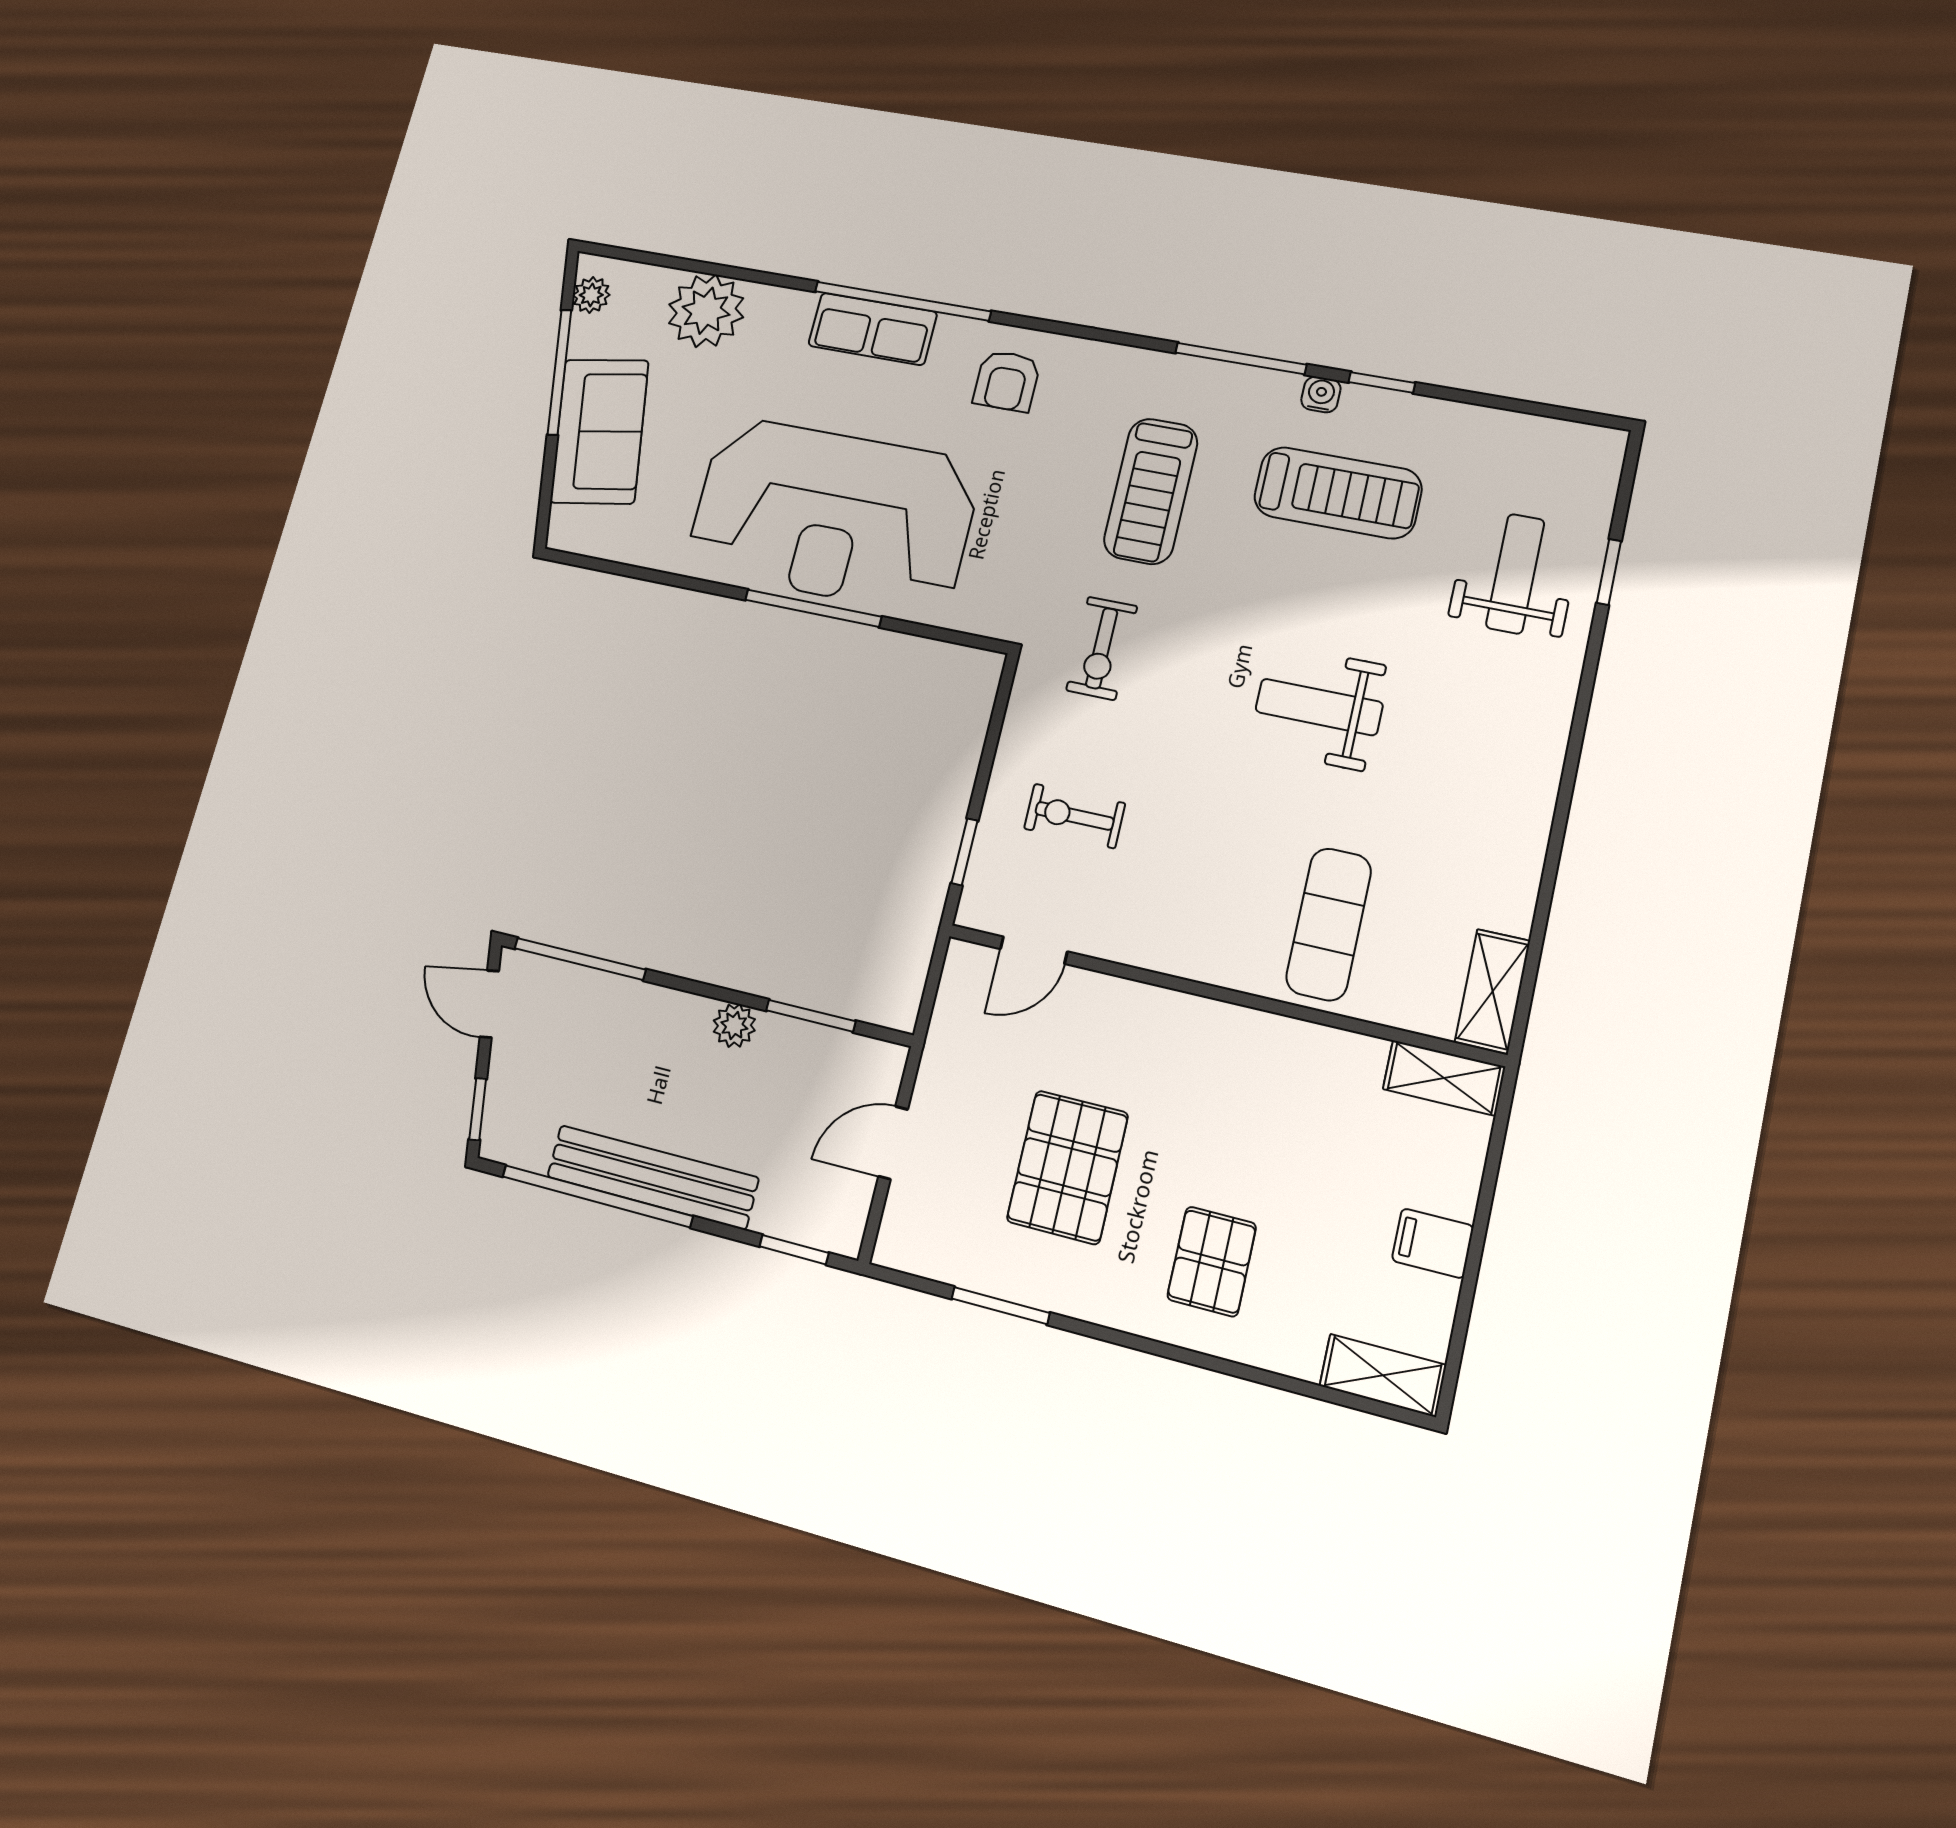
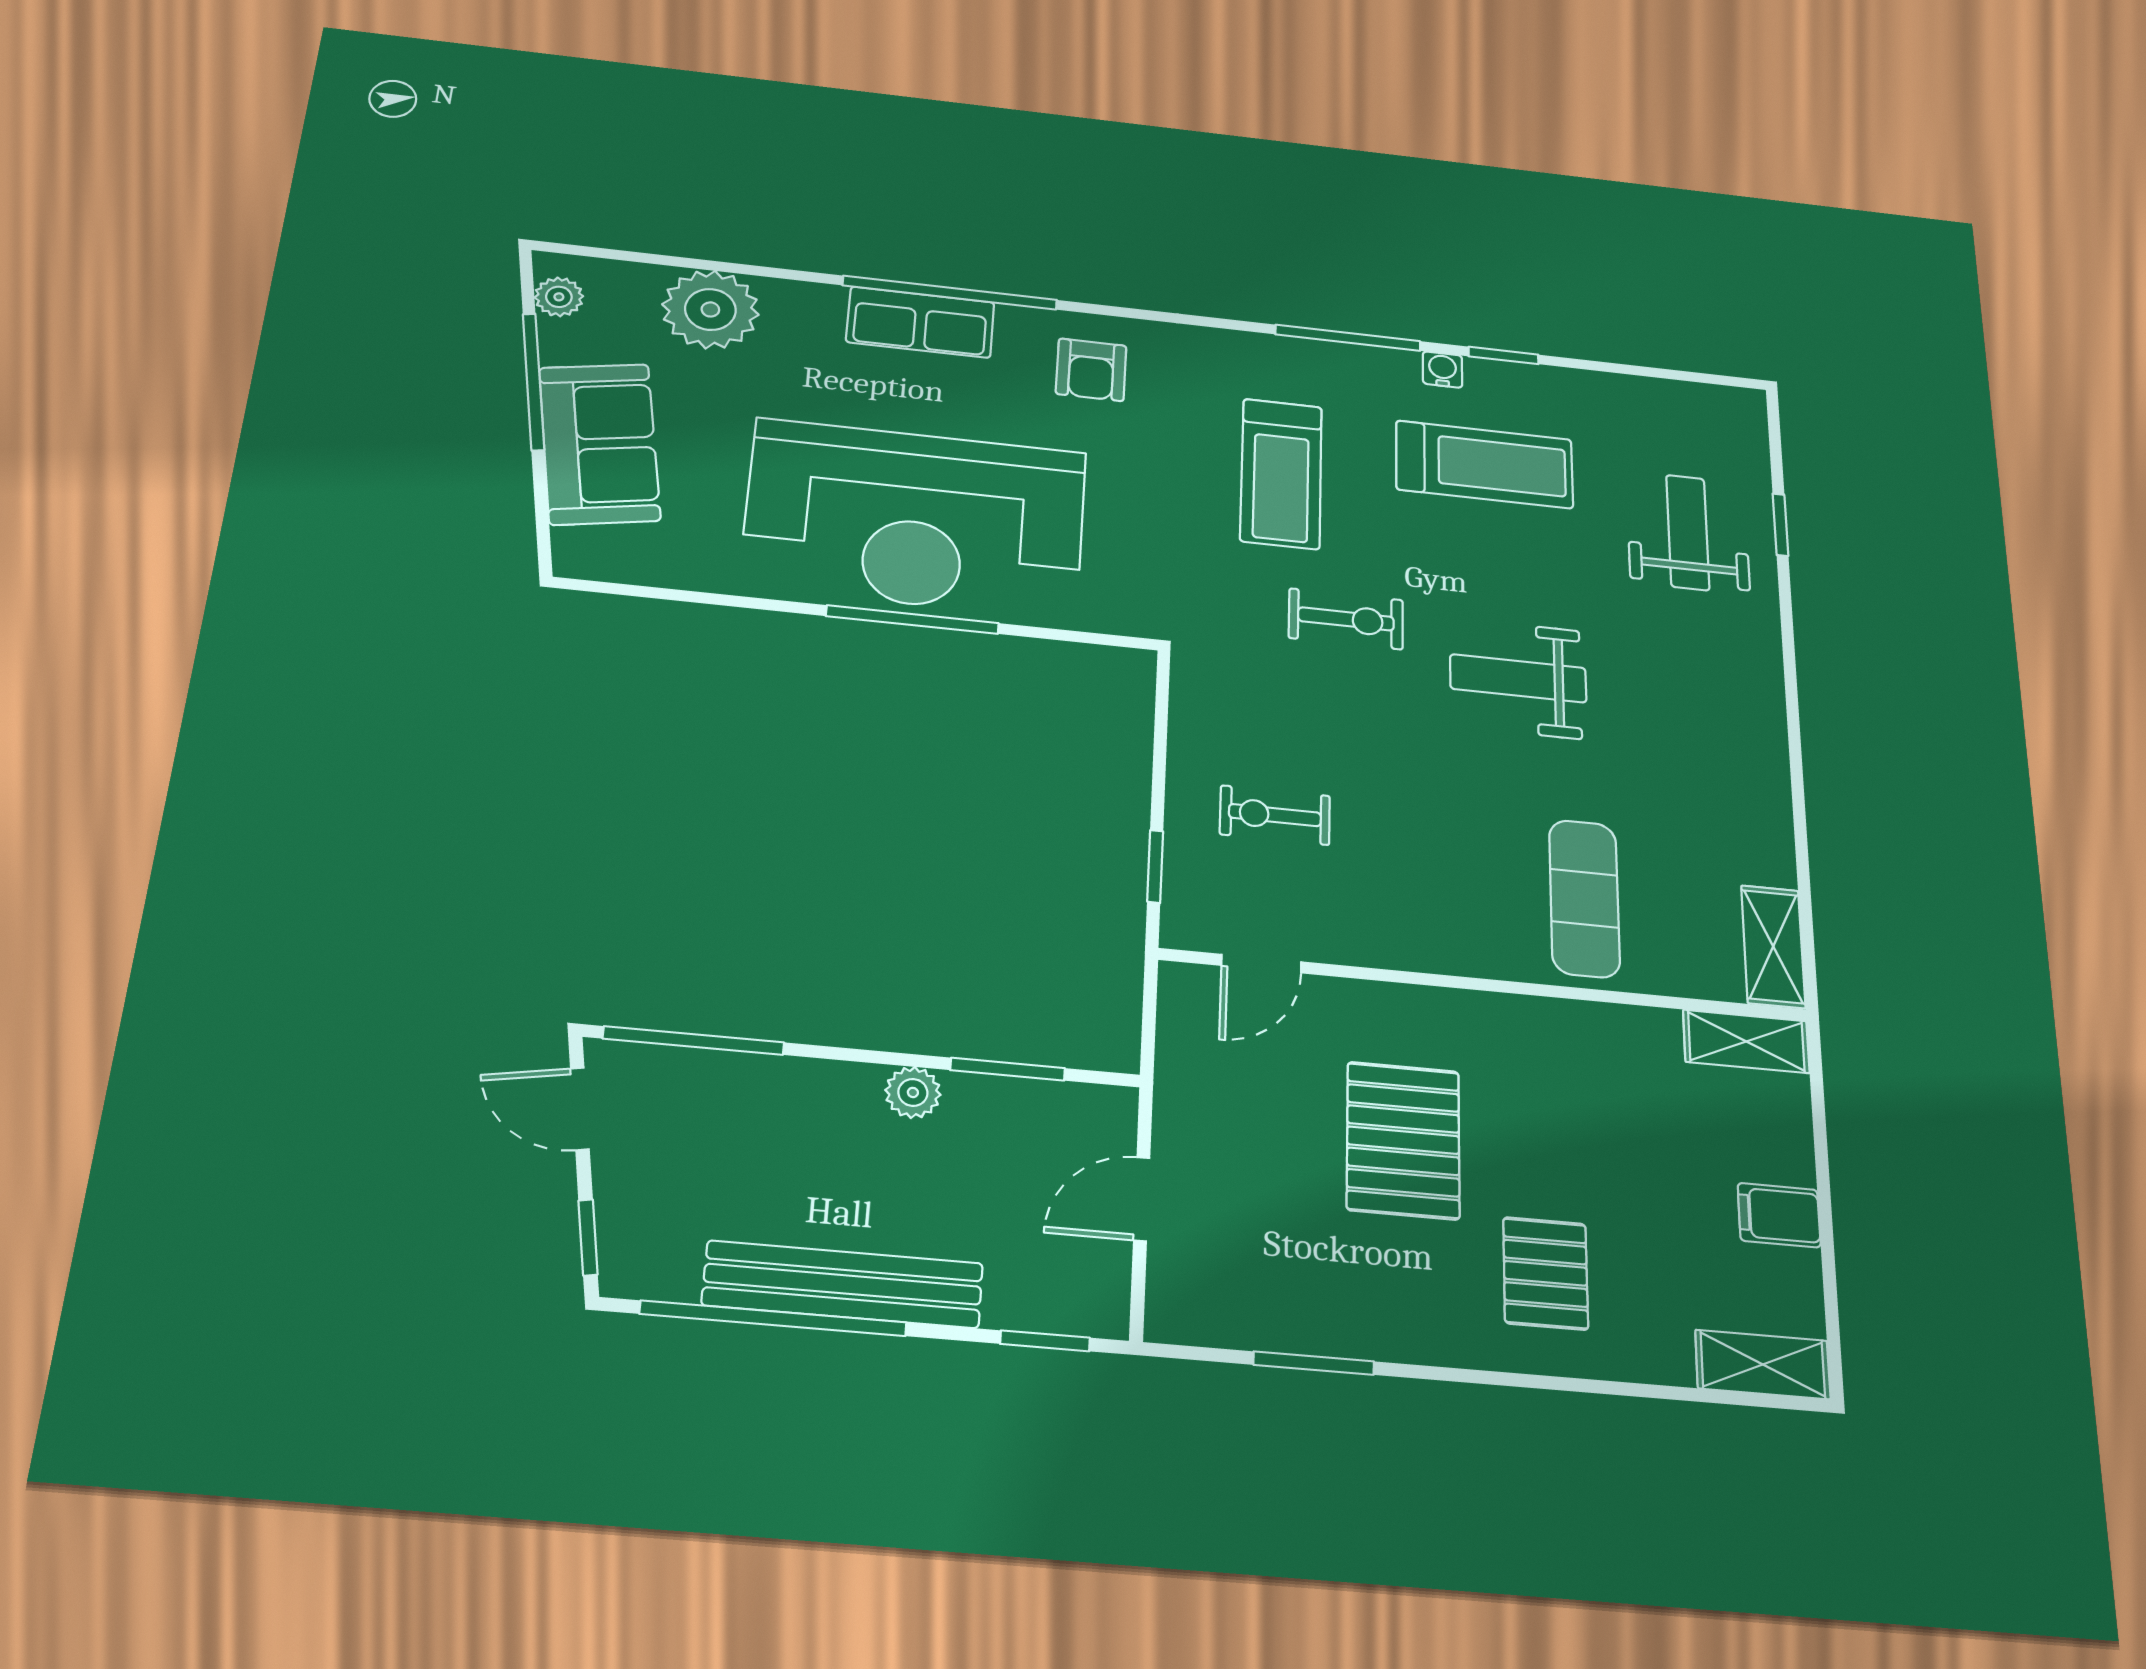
exercise bike: (1102, 648) -> (1346, 619), moved, turned -90
pallet: (1067, 1167) -> (1403, 1140), moved

